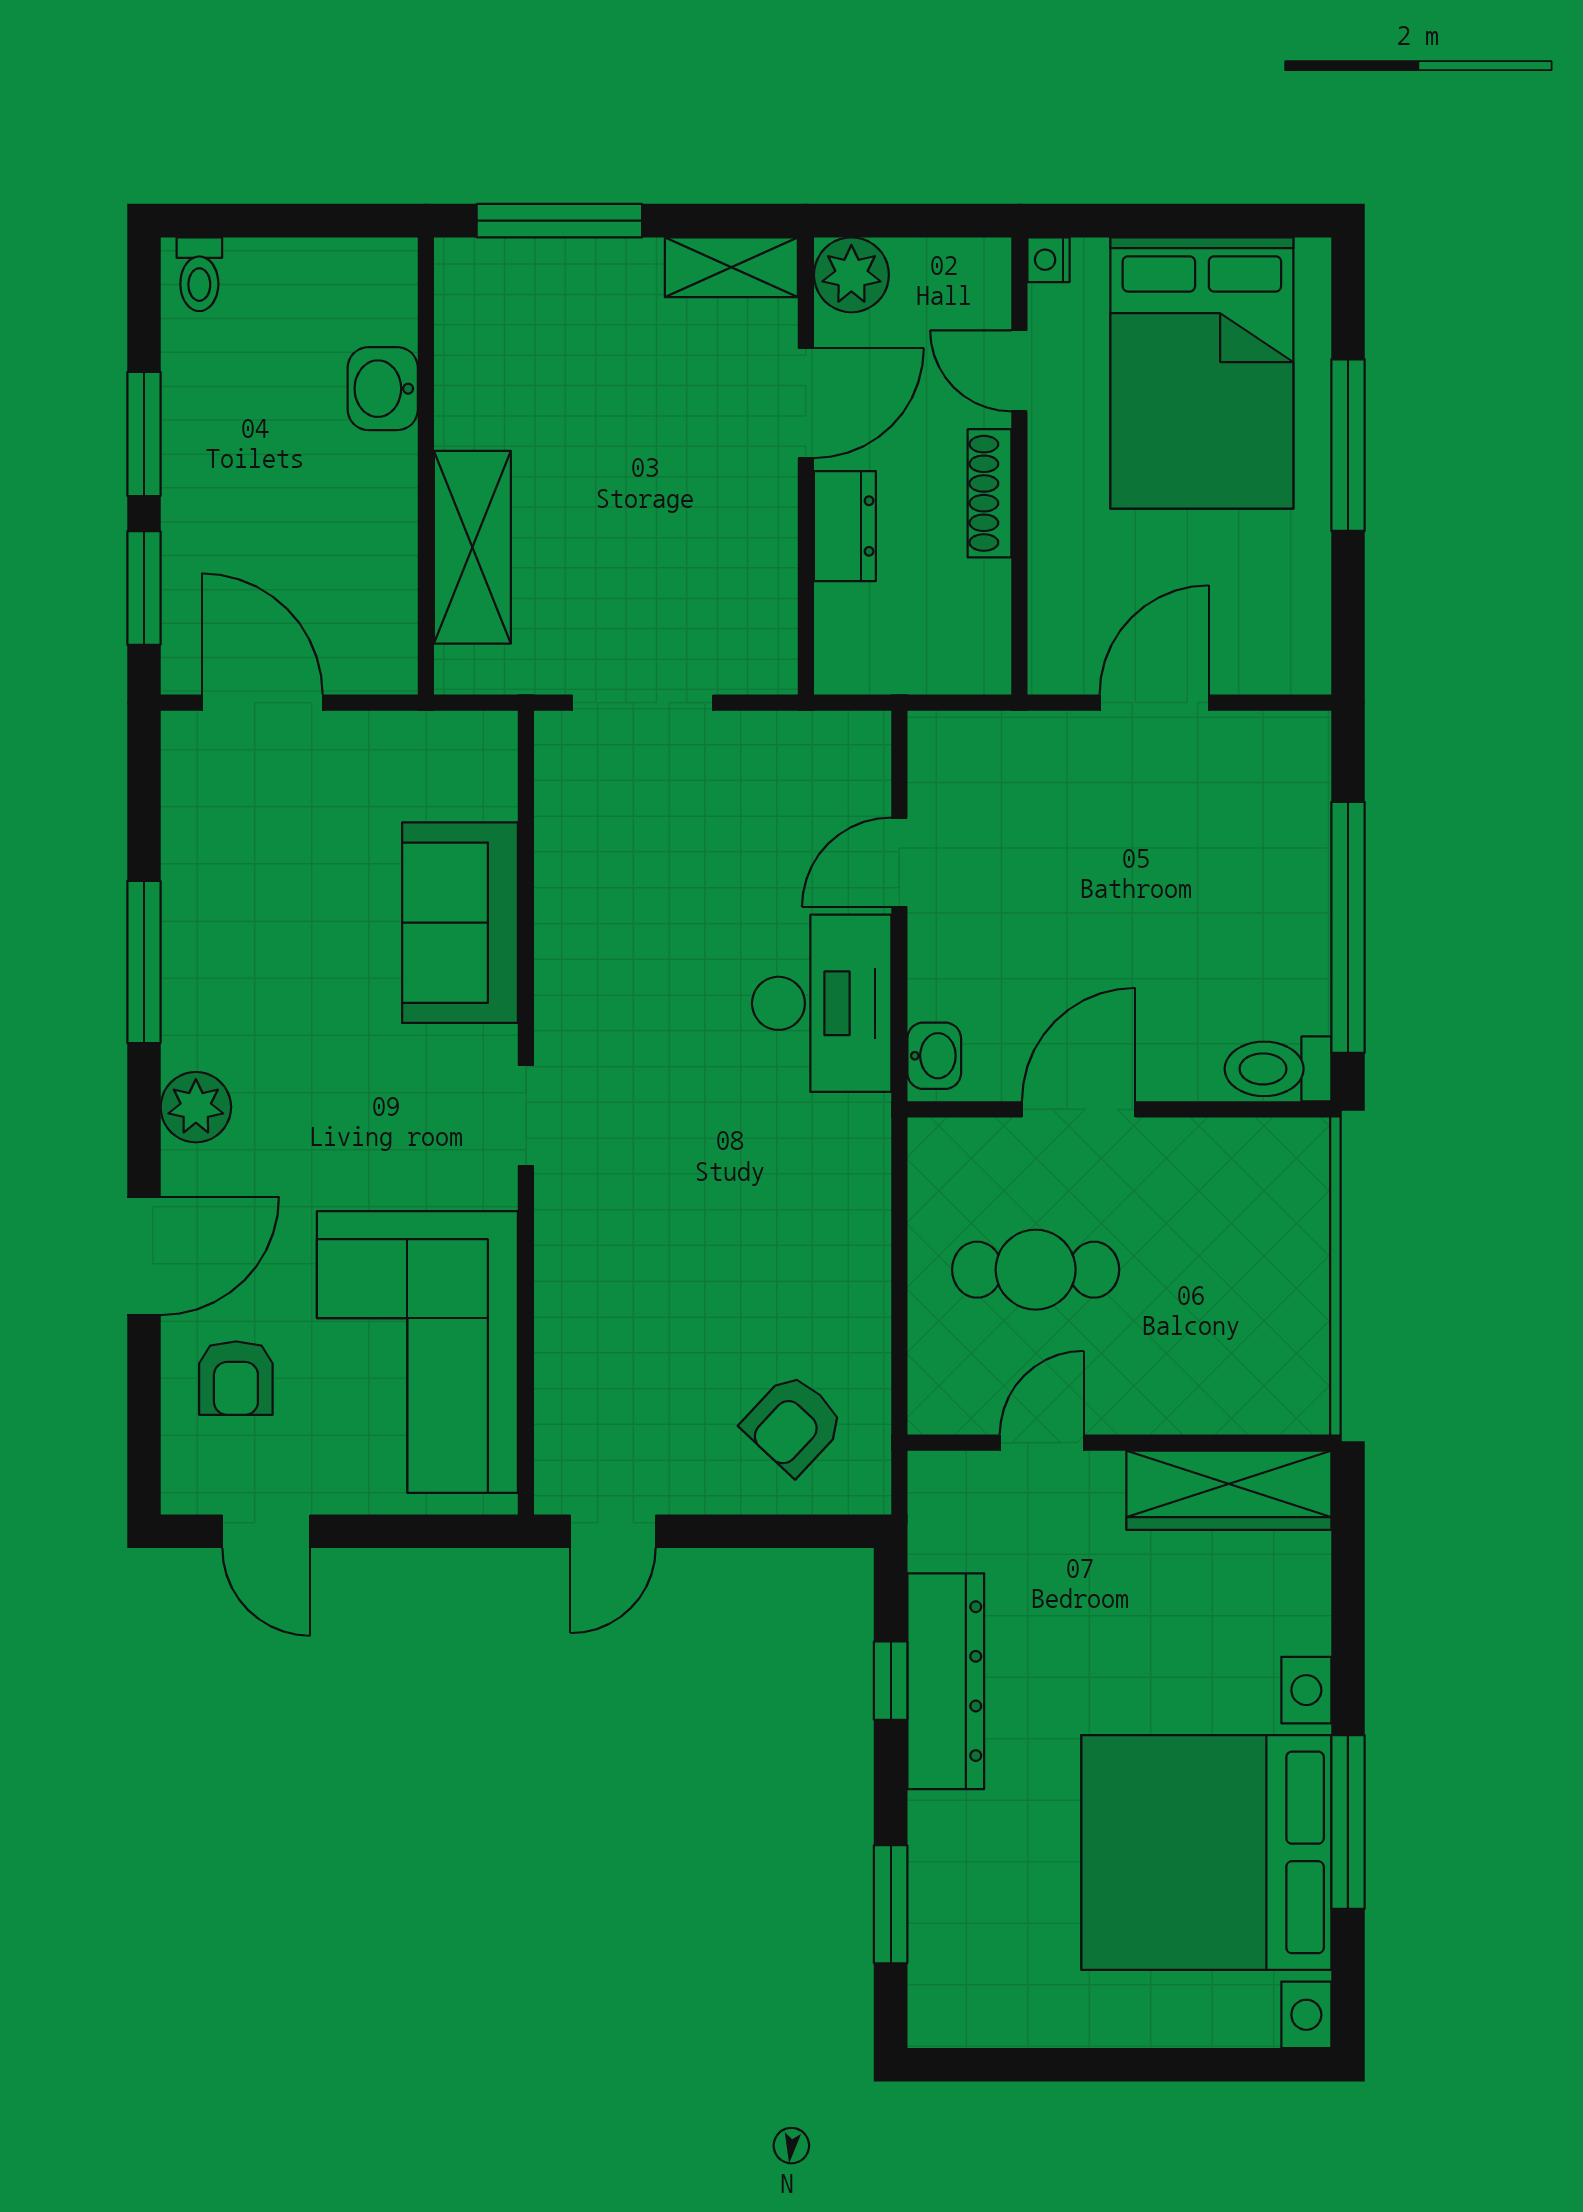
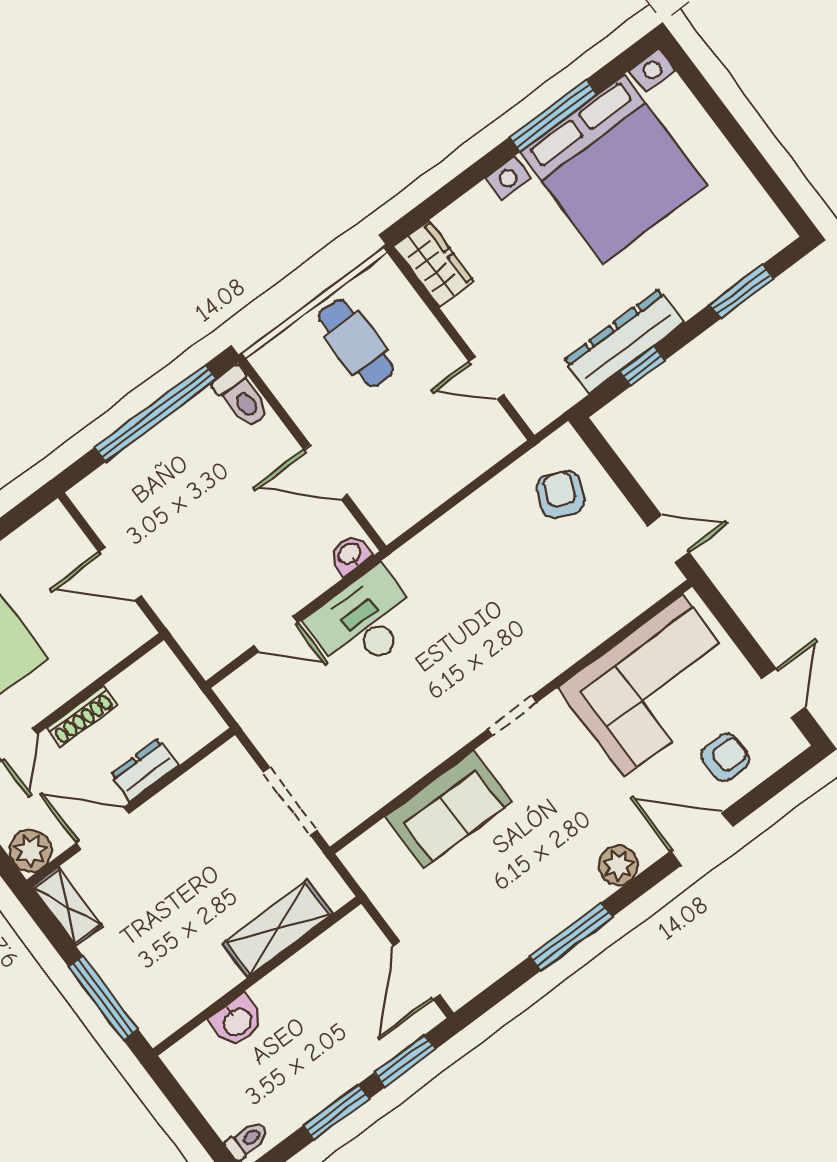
cafe table: (1036, 1270) -> (356, 343), moved
armchair: (793, 1424) -> (561, 494), turned -111
wardrobe: (1229, 1490) -> (434, 264), width x0.67

